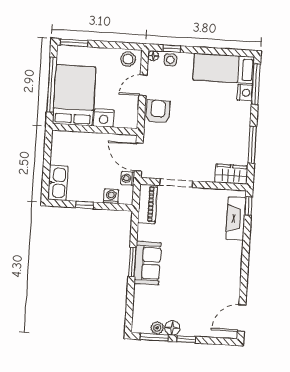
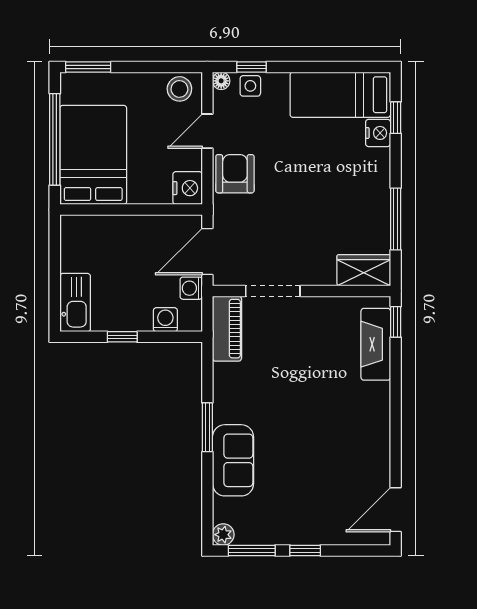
window: (256, 84) -> (396, 118), width x0.46
nightstand: (104, 118) -> (188, 188), moved, turned -90
door: (139, 157) -> (207, 251), hinge flipped
sofa: (148, 263) -> (233, 460), moved
plant: (157, 328) -> (223, 535), moved
floor lamp: (172, 328) -> (281, 533), removed

